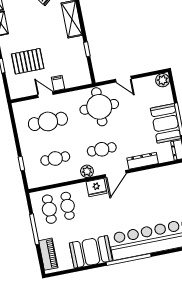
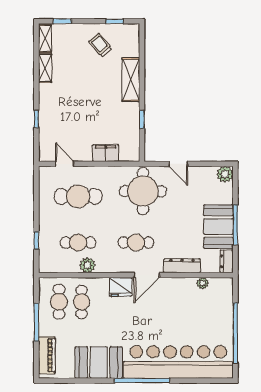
pallet: (28, 61) -> (68, 120), removed
filing cabinet: (58, 83) -> (106, 153), width x2.00
door: (45, 95) -> (65, 164), moved
plant: (87, 171) -> (87, 265), moved
plant: (162, 171) -> (203, 283), added

